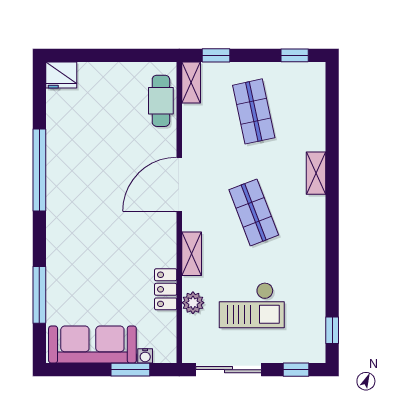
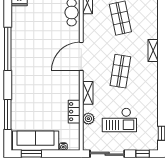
shop shelf: (254, 212) -> (120, 71), turned 30
window: (130, 370) -> (31, 154), moved

